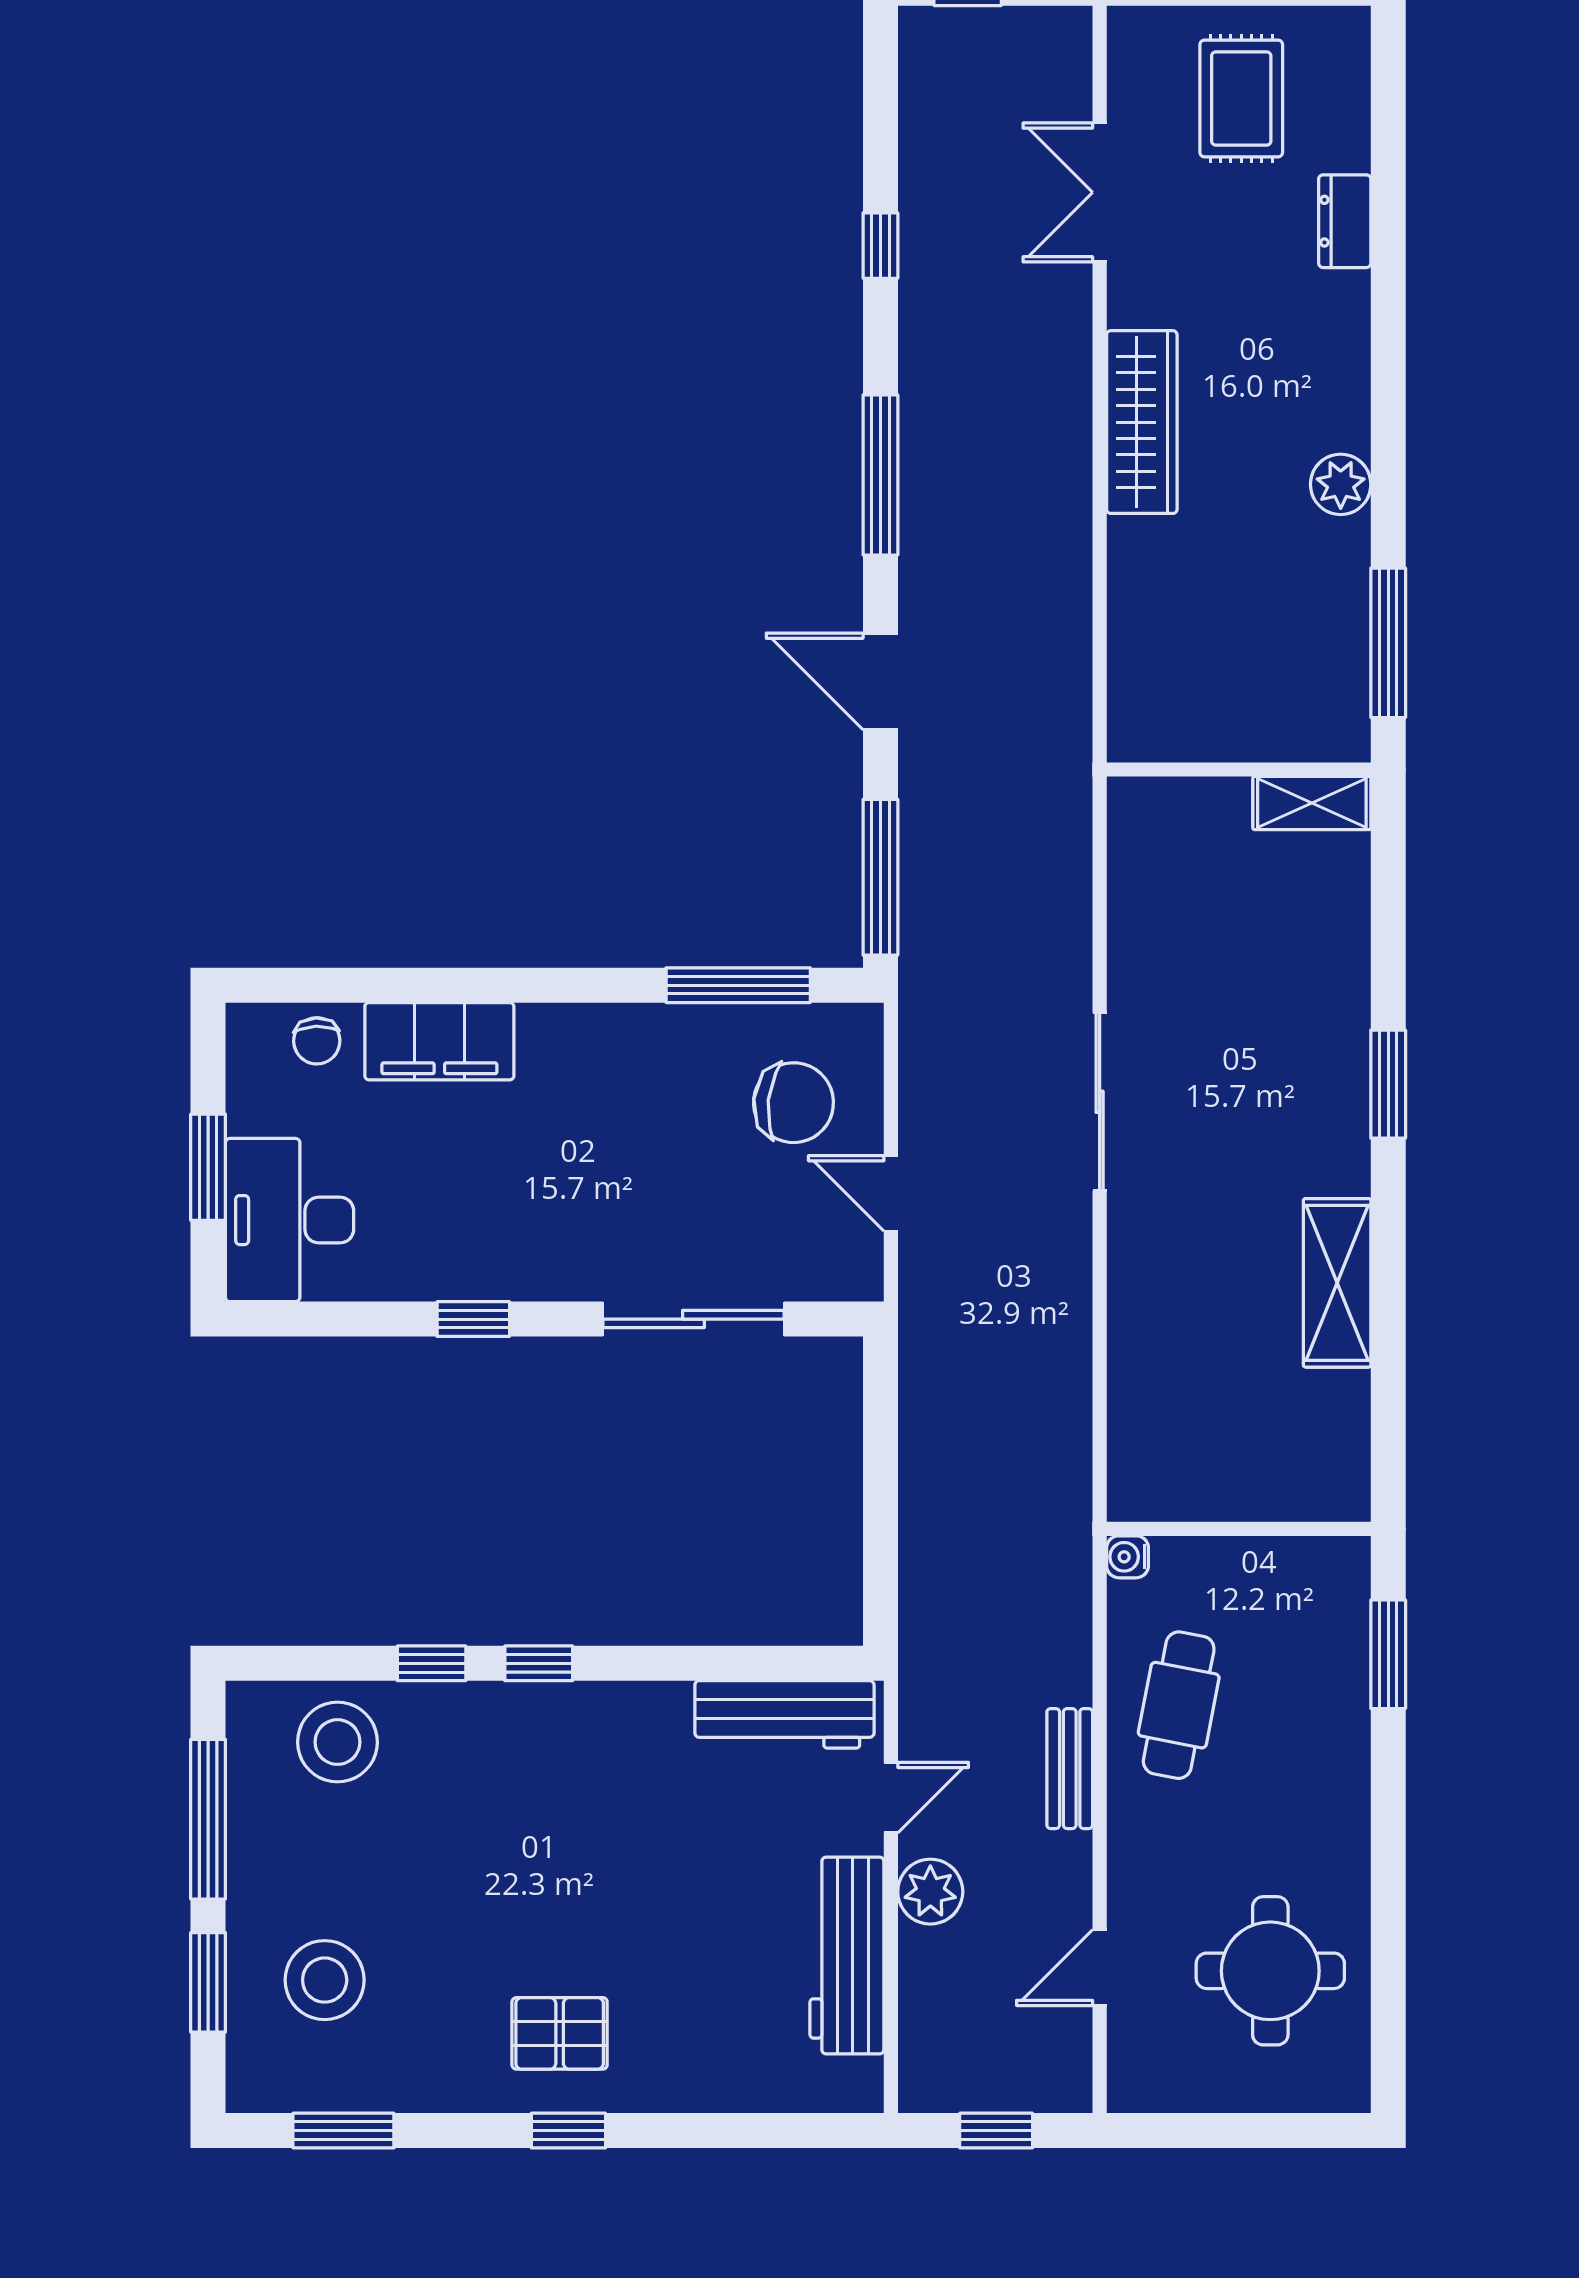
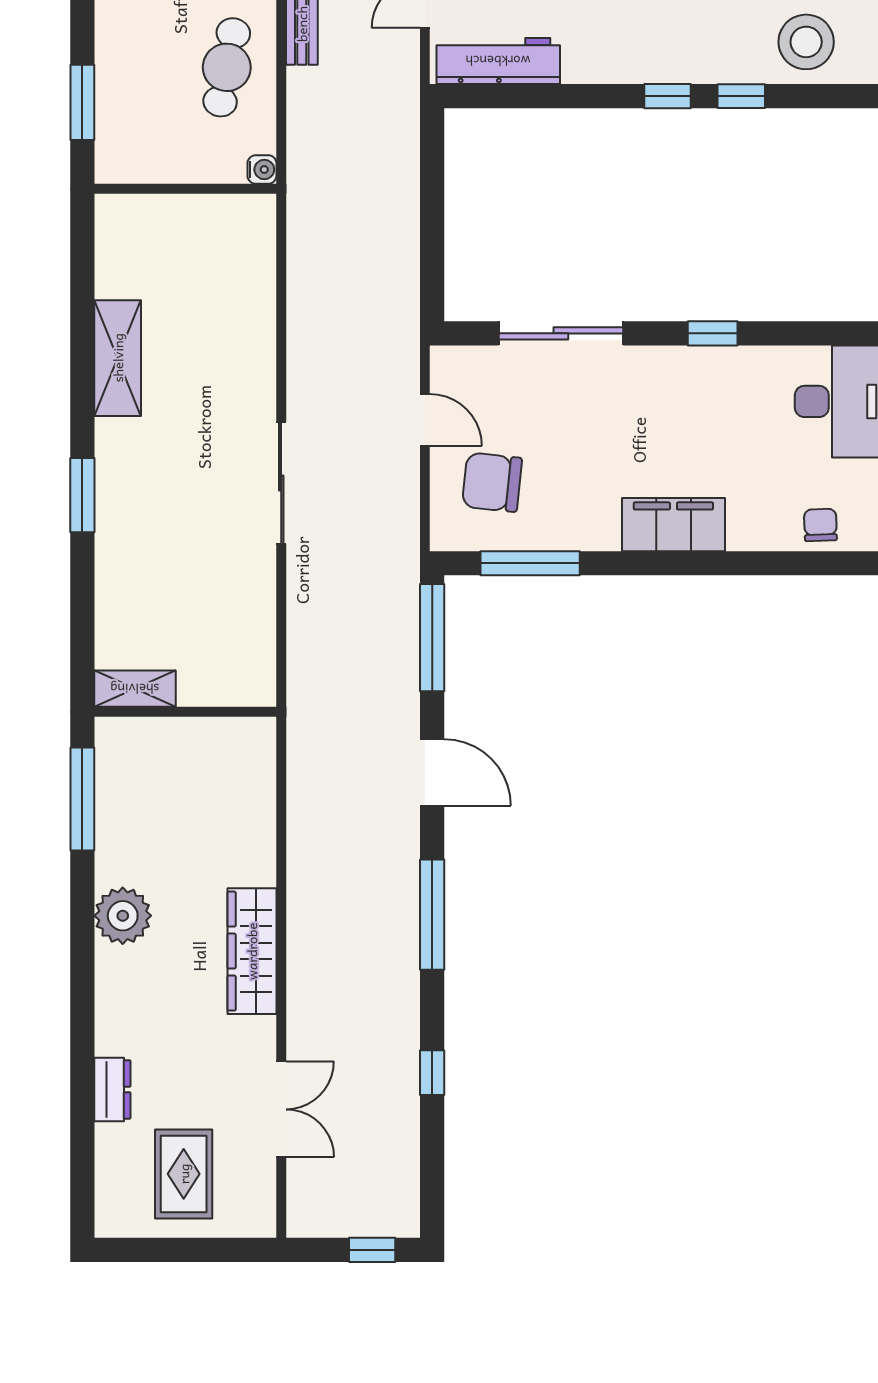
plant: (1341, 484) -> (123, 916), width x1.36, depth x1.36
filing cabinet: (439, 1041) -> (673, 525), moved

